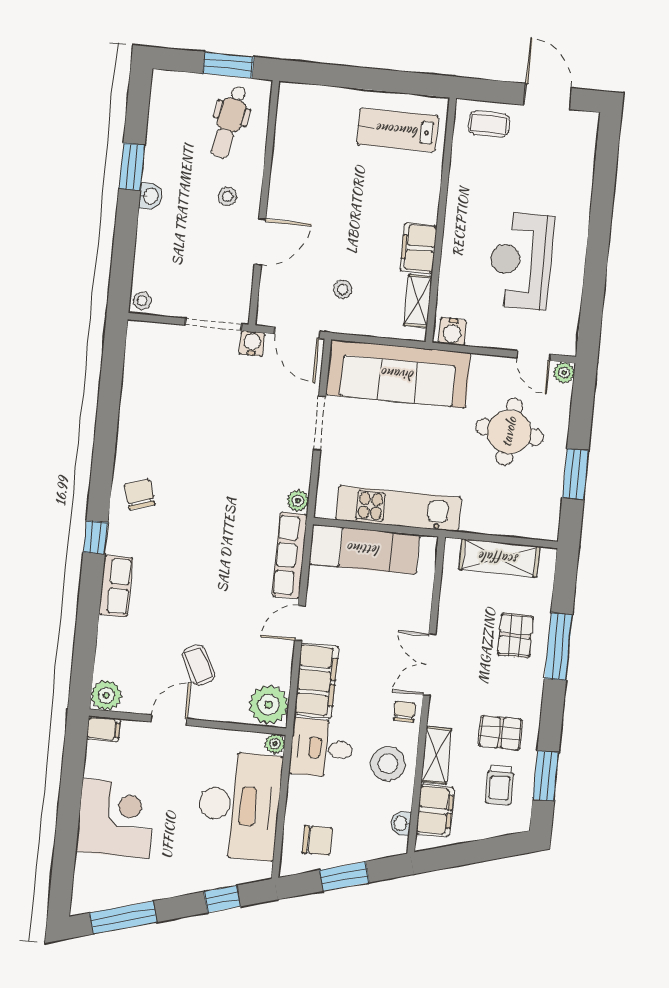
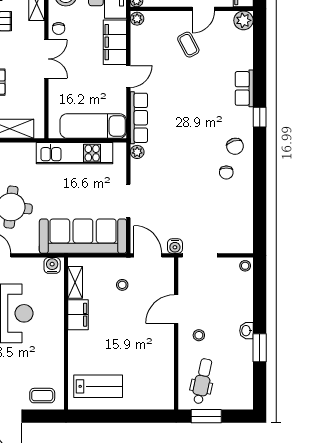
chair: (158, 454) -> (226, 172), added
plant: (269, 705) -> (137, 19), width x0.53, depth x0.53

